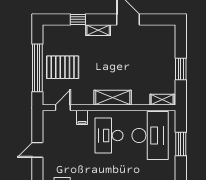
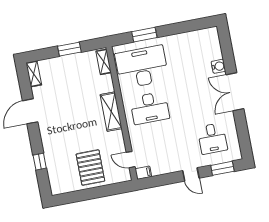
shelving: (98, 30) -> (34, 74), moved
window: (37, 68) -> (96, 193), removed
filing cabinet: (82, 117) -> (143, 173), moved
door: (37, 150) -> (191, 174), moved

